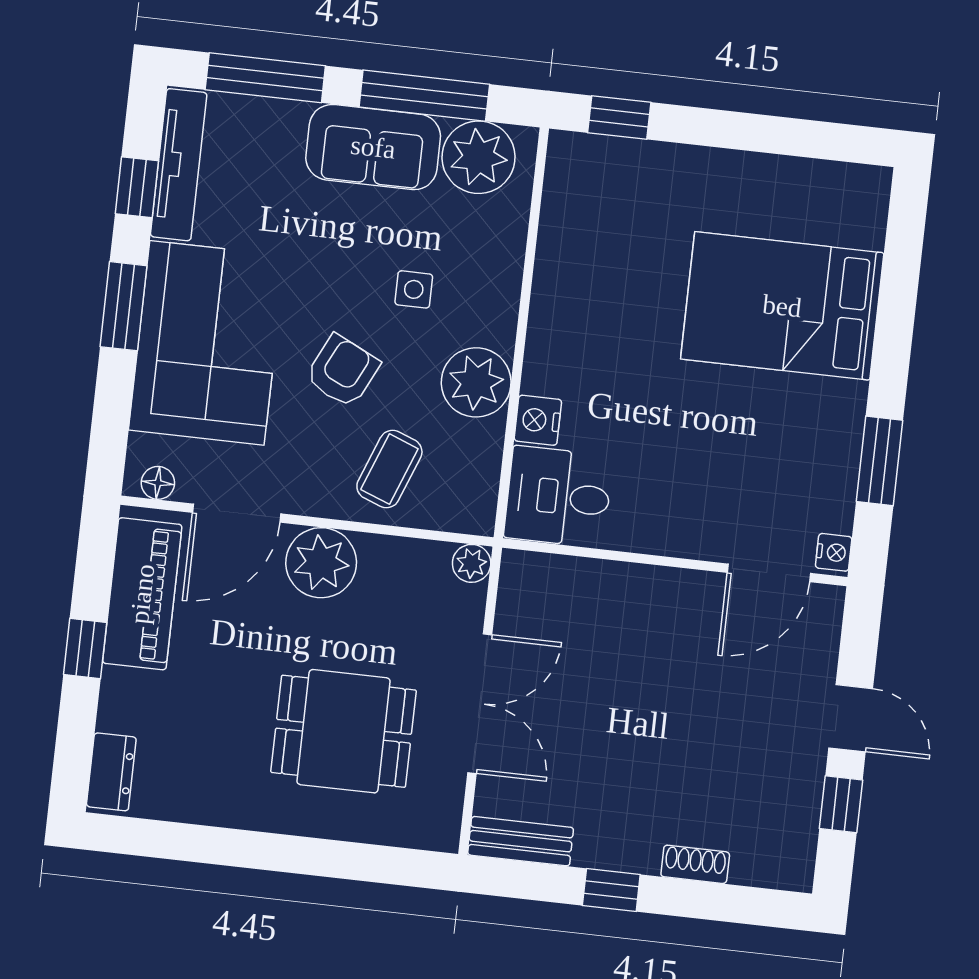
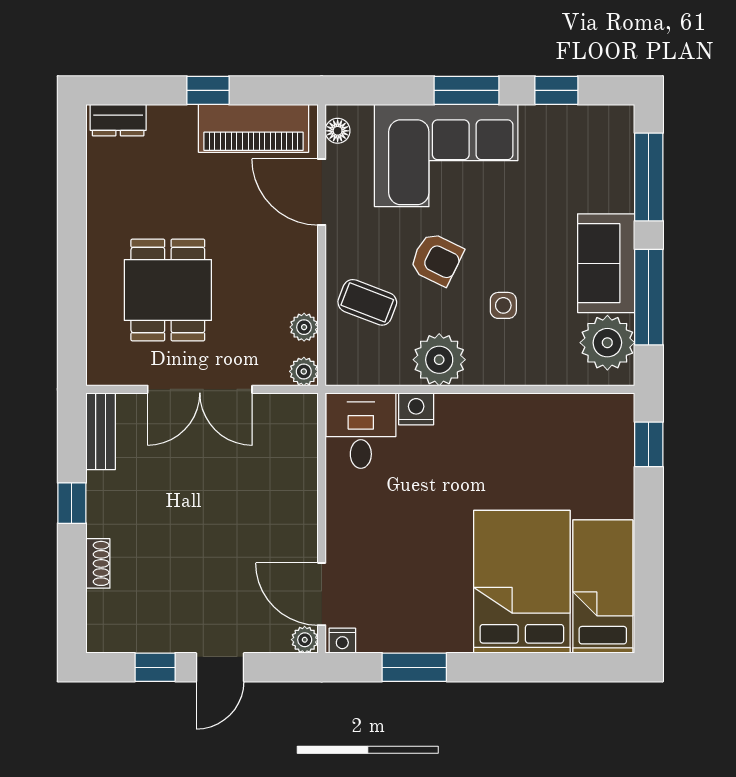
tv unit: (179, 165) -> (577, 120), removed
bed: (801, 199) -> (603, 587), added
plant: (321, 563) -> (304, 327), moved, width x0.53, depth x0.53
plant: (827, 602) -> (305, 640), added

